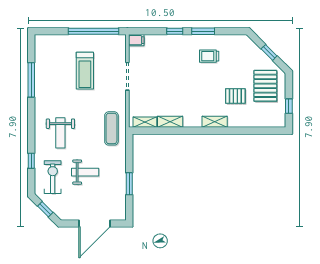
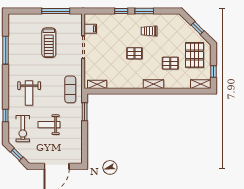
window: (93, 31) -> (56, 11), width x0.68
filing cabinet: (136, 40) -> (90, 29), moved
pallet: (191, 84) -> (134, 53), added
shelving: (170, 122) -> (201, 84), moved
weight bench: (85, 172) -> (49, 125), turned 180
exercise bike: (53, 177) -> (23, 129), turned 180
window: (129, 184) -> (85, 112), moved

